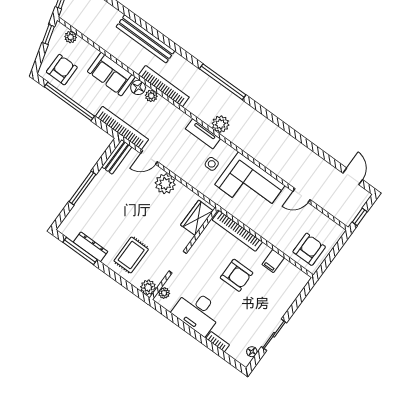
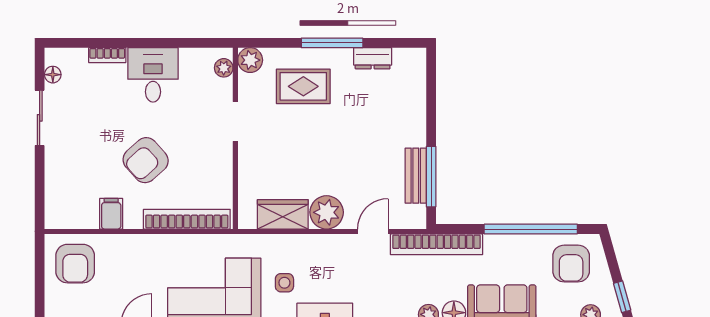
bench: (117, 157) -> (416, 176), moved
window: (83, 188) -> (431, 177), moved
wardrobe: (197, 218) -> (283, 214), moved, turned -90
dresser: (91, 247) -> (373, 58), width x0.70
window: (80, 251) -> (332, 43), moved
rug: (131, 255) -> (303, 86), turned 90
armchair: (237, 275) -> (146, 160), turned -42
desk: (197, 312) -> (153, 75), width x0.73

